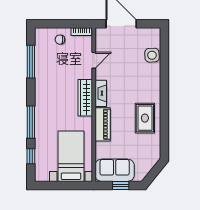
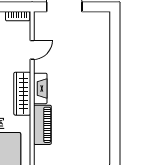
side table: (152, 55) -> (100, 44), removed
rug: (145, 118) -> (92, 117), removed

